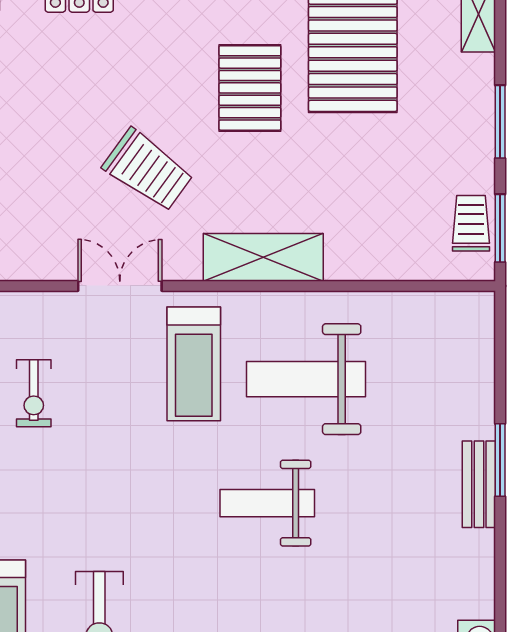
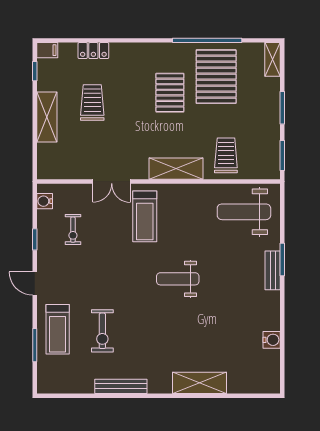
trolley: (148, 170) -> (92, 103), moved, turned -126
trolley: (471, 223) -> (226, 155), moved, width x1.36, depth x1.39
double door: (120, 286) -> (112, 181), swing flipped
weight bench: (306, 379) -> (244, 212), moved

